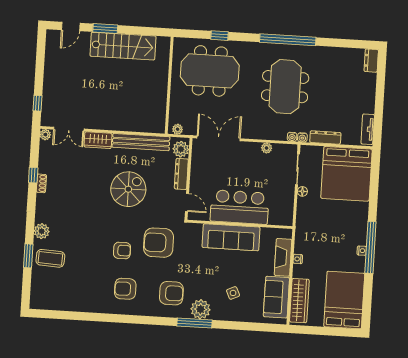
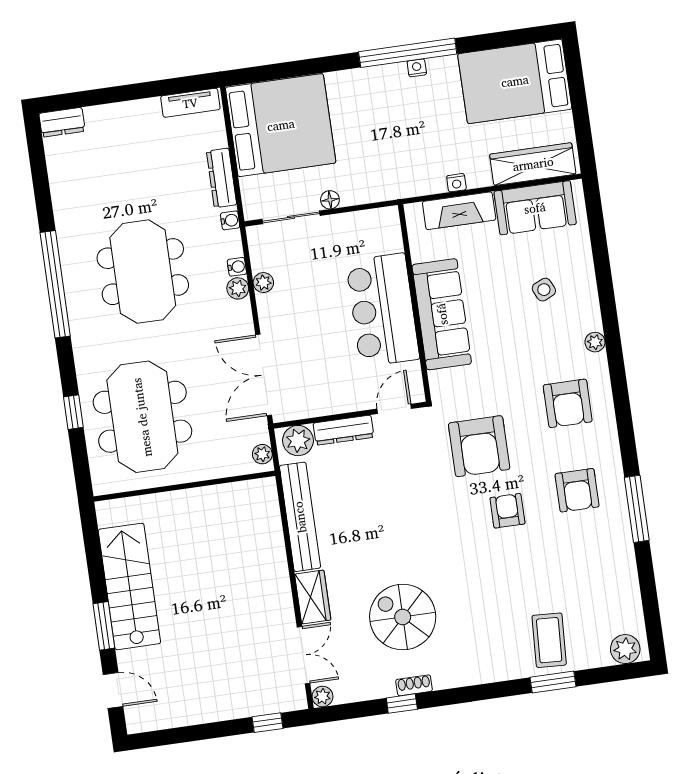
meeting table: (285, 87) -> (143, 272), turned 90
plant: (266, 134) -> (238, 288), added
water cooler: (292, 137) -> (237, 267), moved
spiral stairs: (128, 189) -> (403, 617), moved
plant: (42, 231) -> (625, 649), moved
armchair: (171, 293) -> (568, 403), turned 180
plant: (201, 309) -> (595, 342), width x0.53, depth x0.53
window: (194, 323) -> (637, 509), moved

